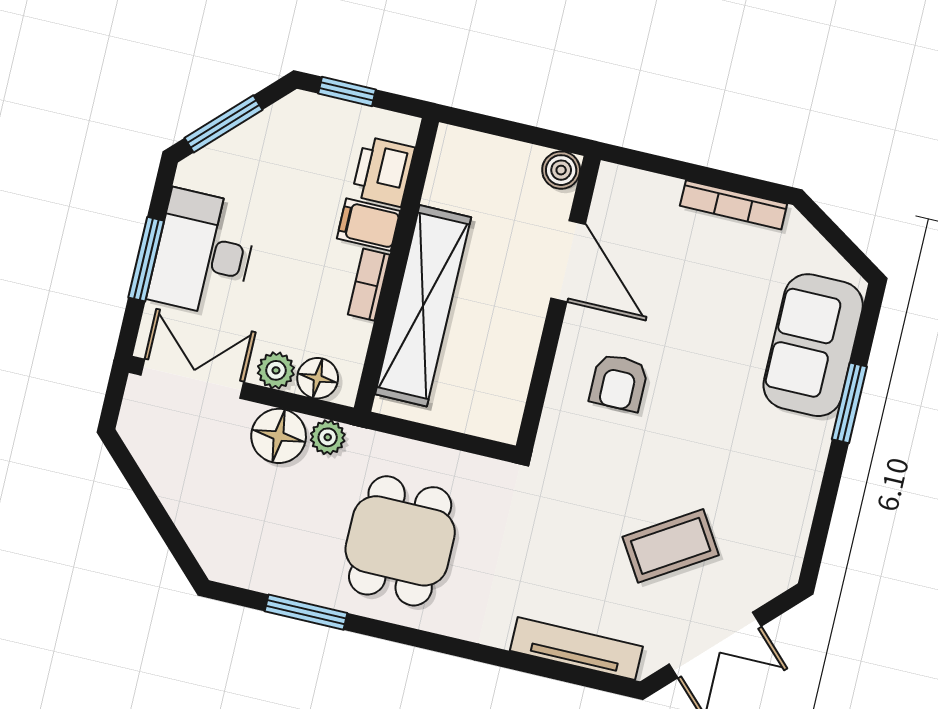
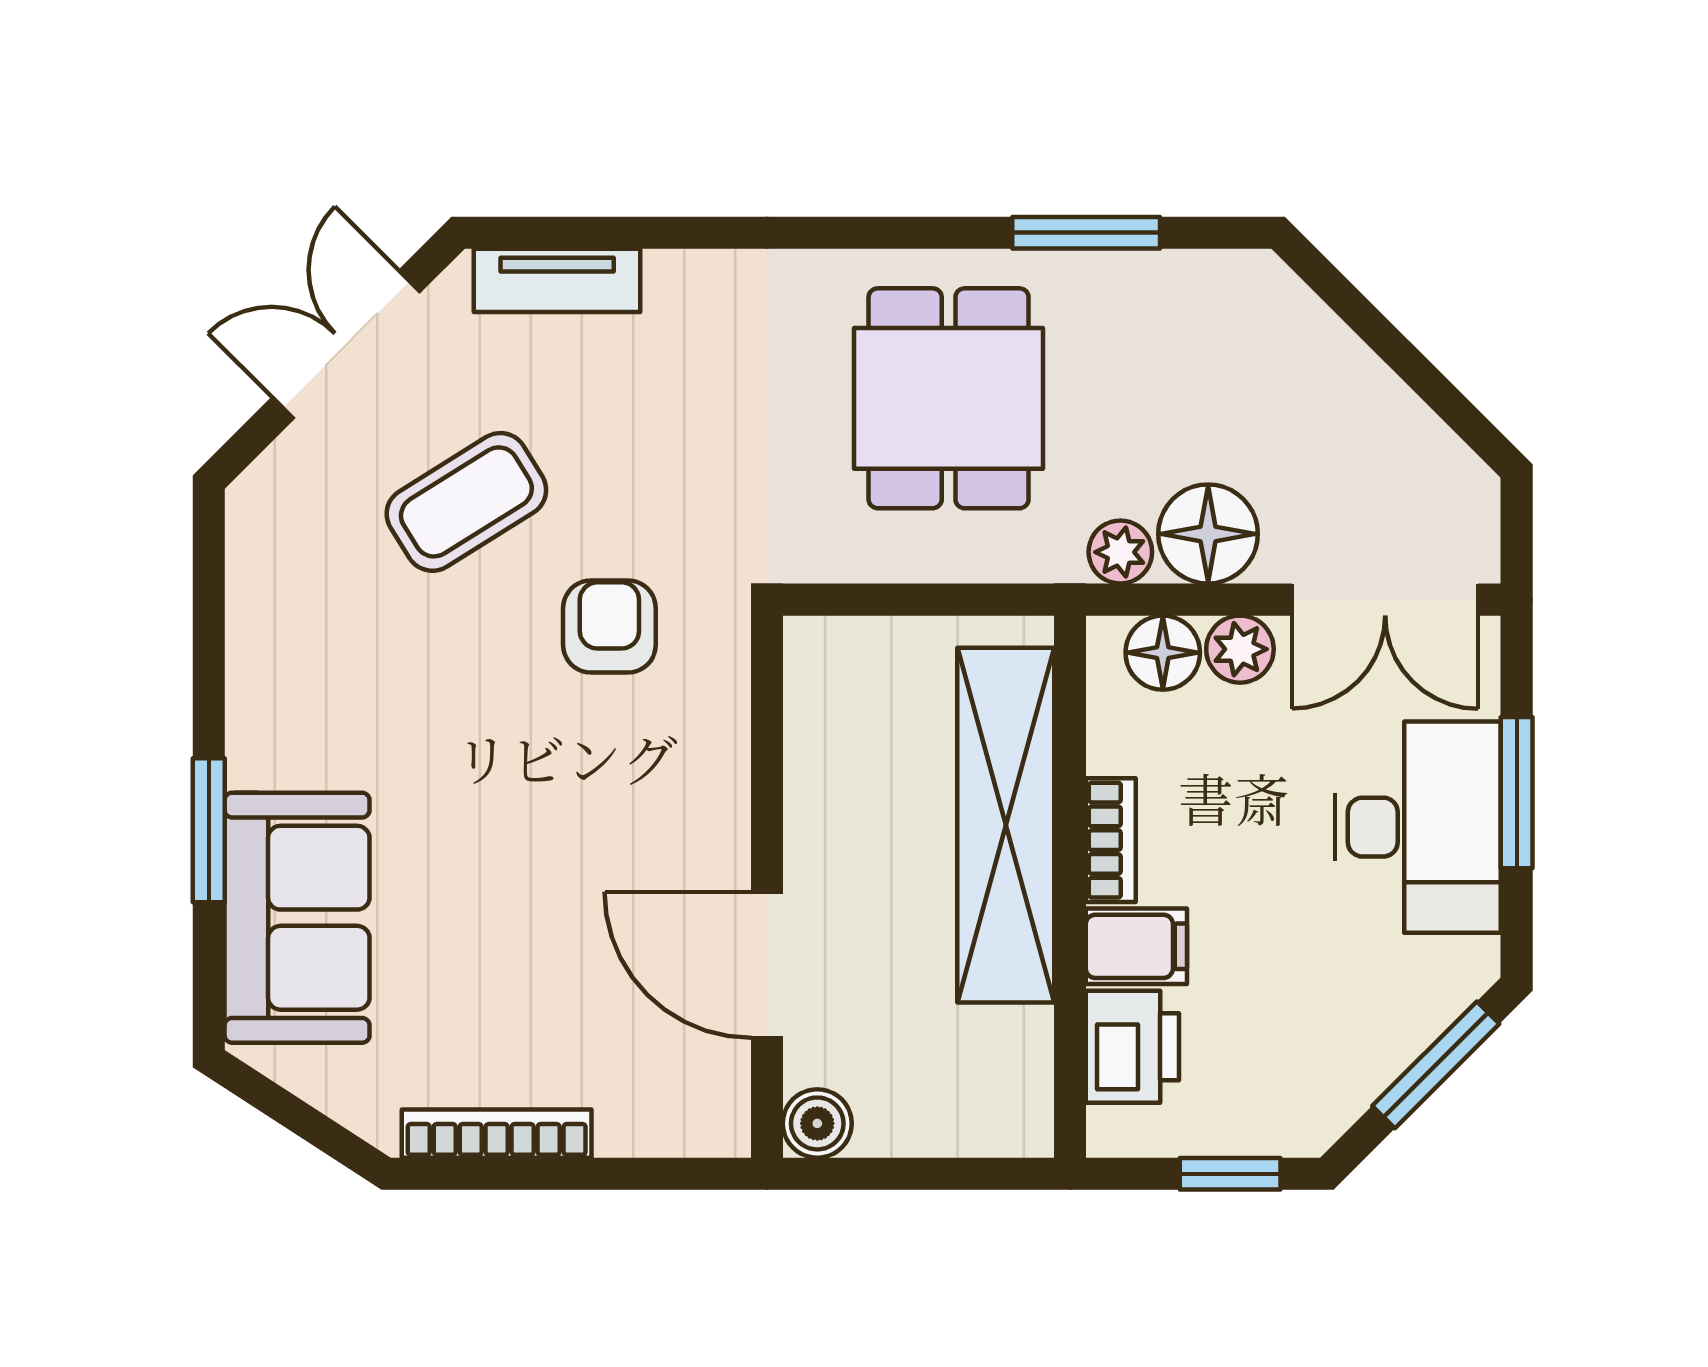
armchair: (619, 382) -> (609, 627), moved
tv unit: (576, 649) -> (557, 280), width x0.71

